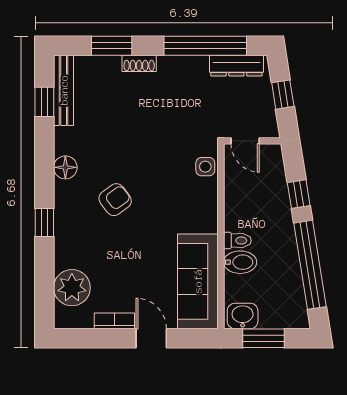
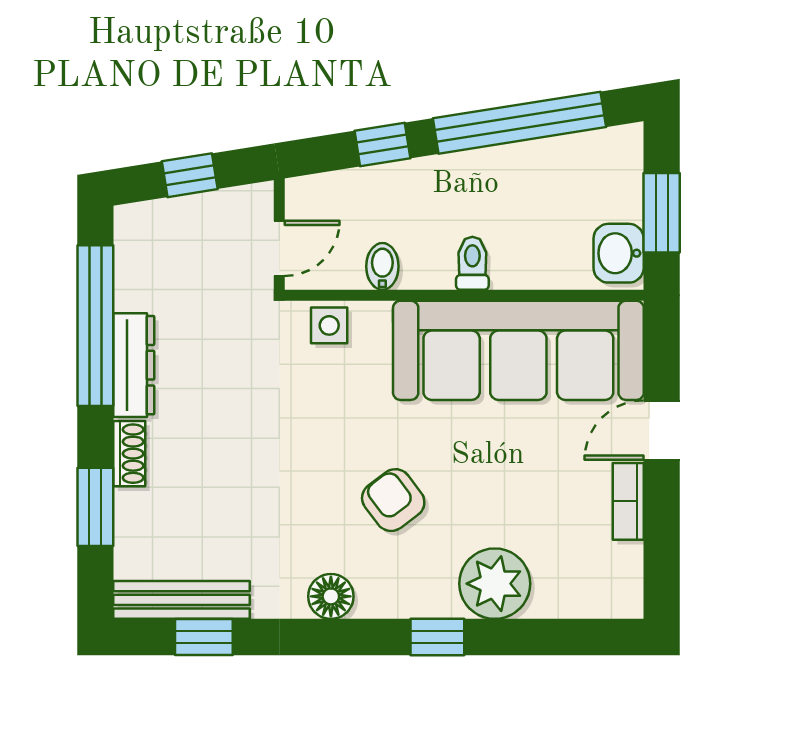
dresser: (236, 66) -> (134, 365), moved
bidet: (240, 262) -> (382, 266), moved, width x0.72, depth x0.74
sofa: (198, 281) -> (518, 350), width x1.36, depth x1.27
plant: (72, 288) -> (495, 584), moved

